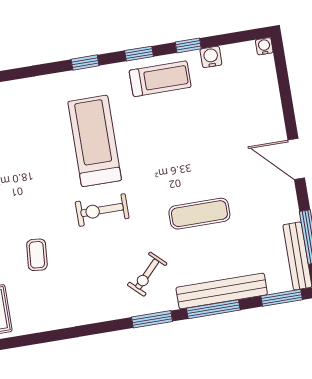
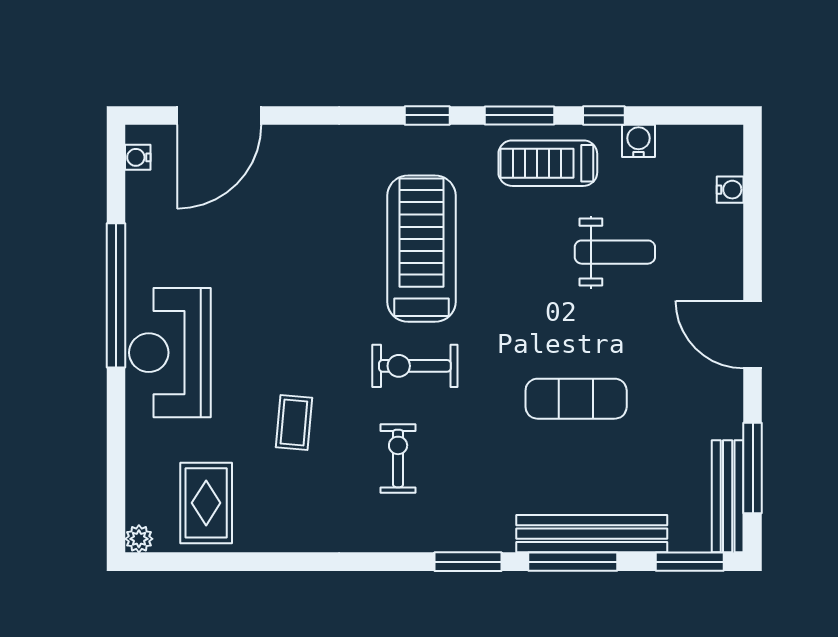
water cooler: (264, 46) -> (730, 190), moved, turned 90
window: (139, 54) -> (519, 115), width x1.50
treadmill: (160, 79) -> (548, 163), turned 180
weight bench: (208, 124) -> (615, 252), added
exercise bike: (147, 274) -> (398, 458), moved, turned 136

